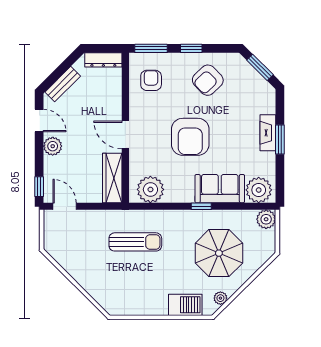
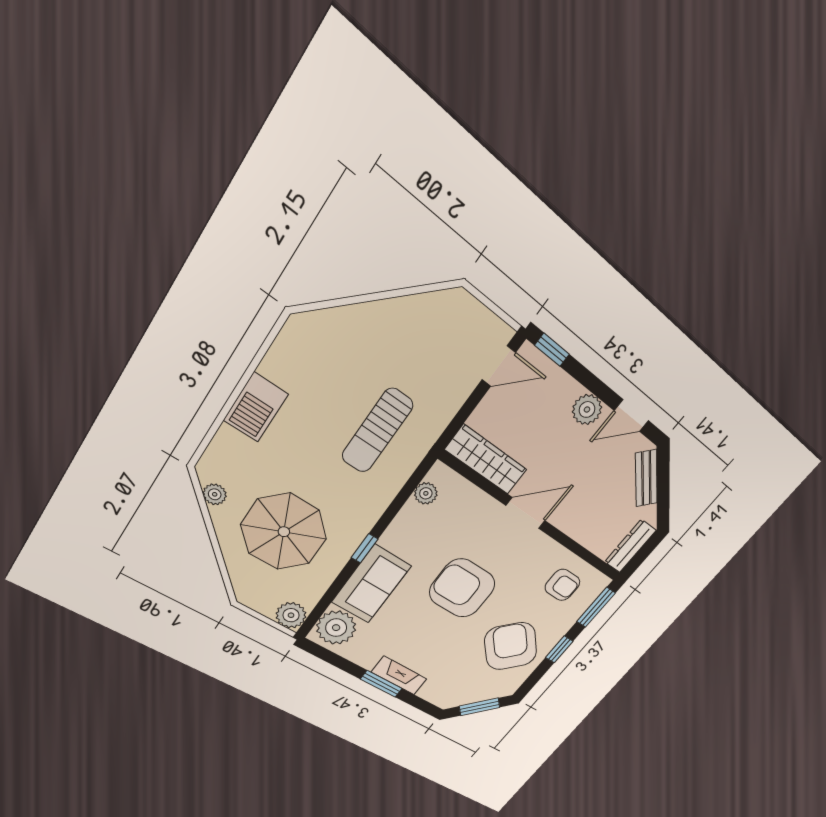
armchair: (208, 80) -> (511, 646), width x1.36, depth x1.36
plant: (150, 189) -> (426, 493), width x0.53, depth x0.53
barbecue: (185, 305) -> (256, 407), moved

